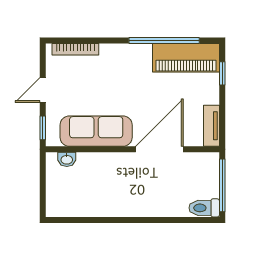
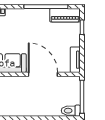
piano: (186, 58) -> (65, 15), width x0.73, depth x0.75
door: (159, 149) -> (43, 74), hinge flipped

